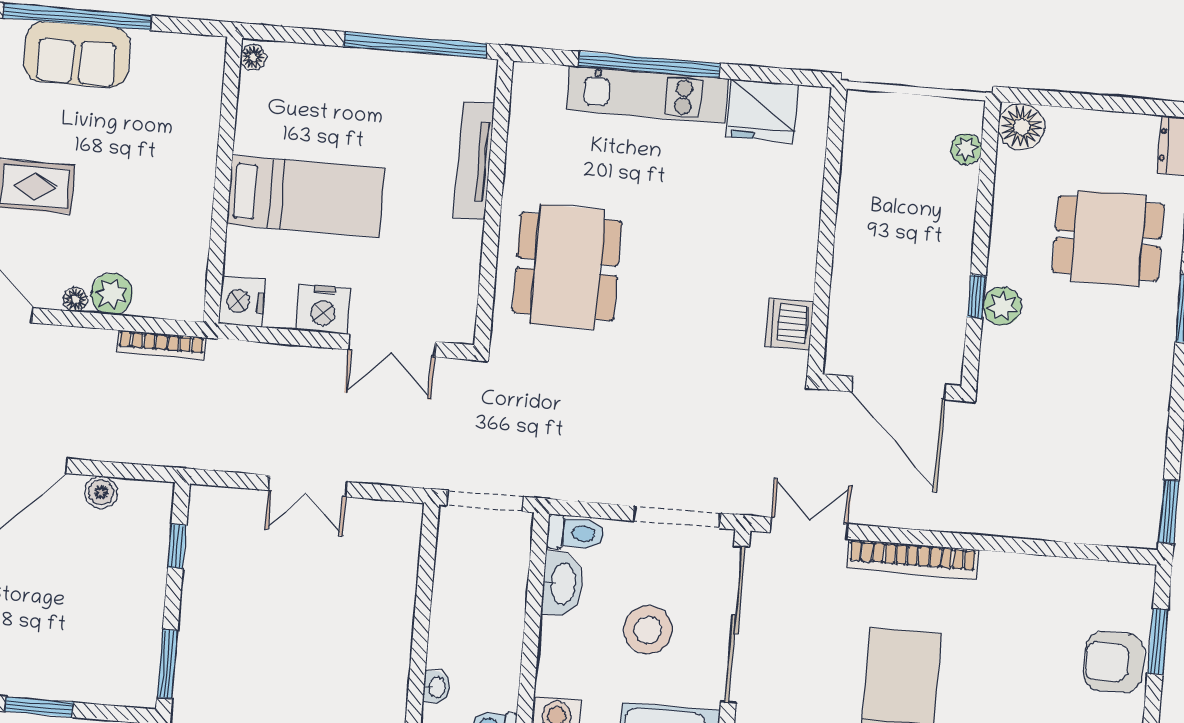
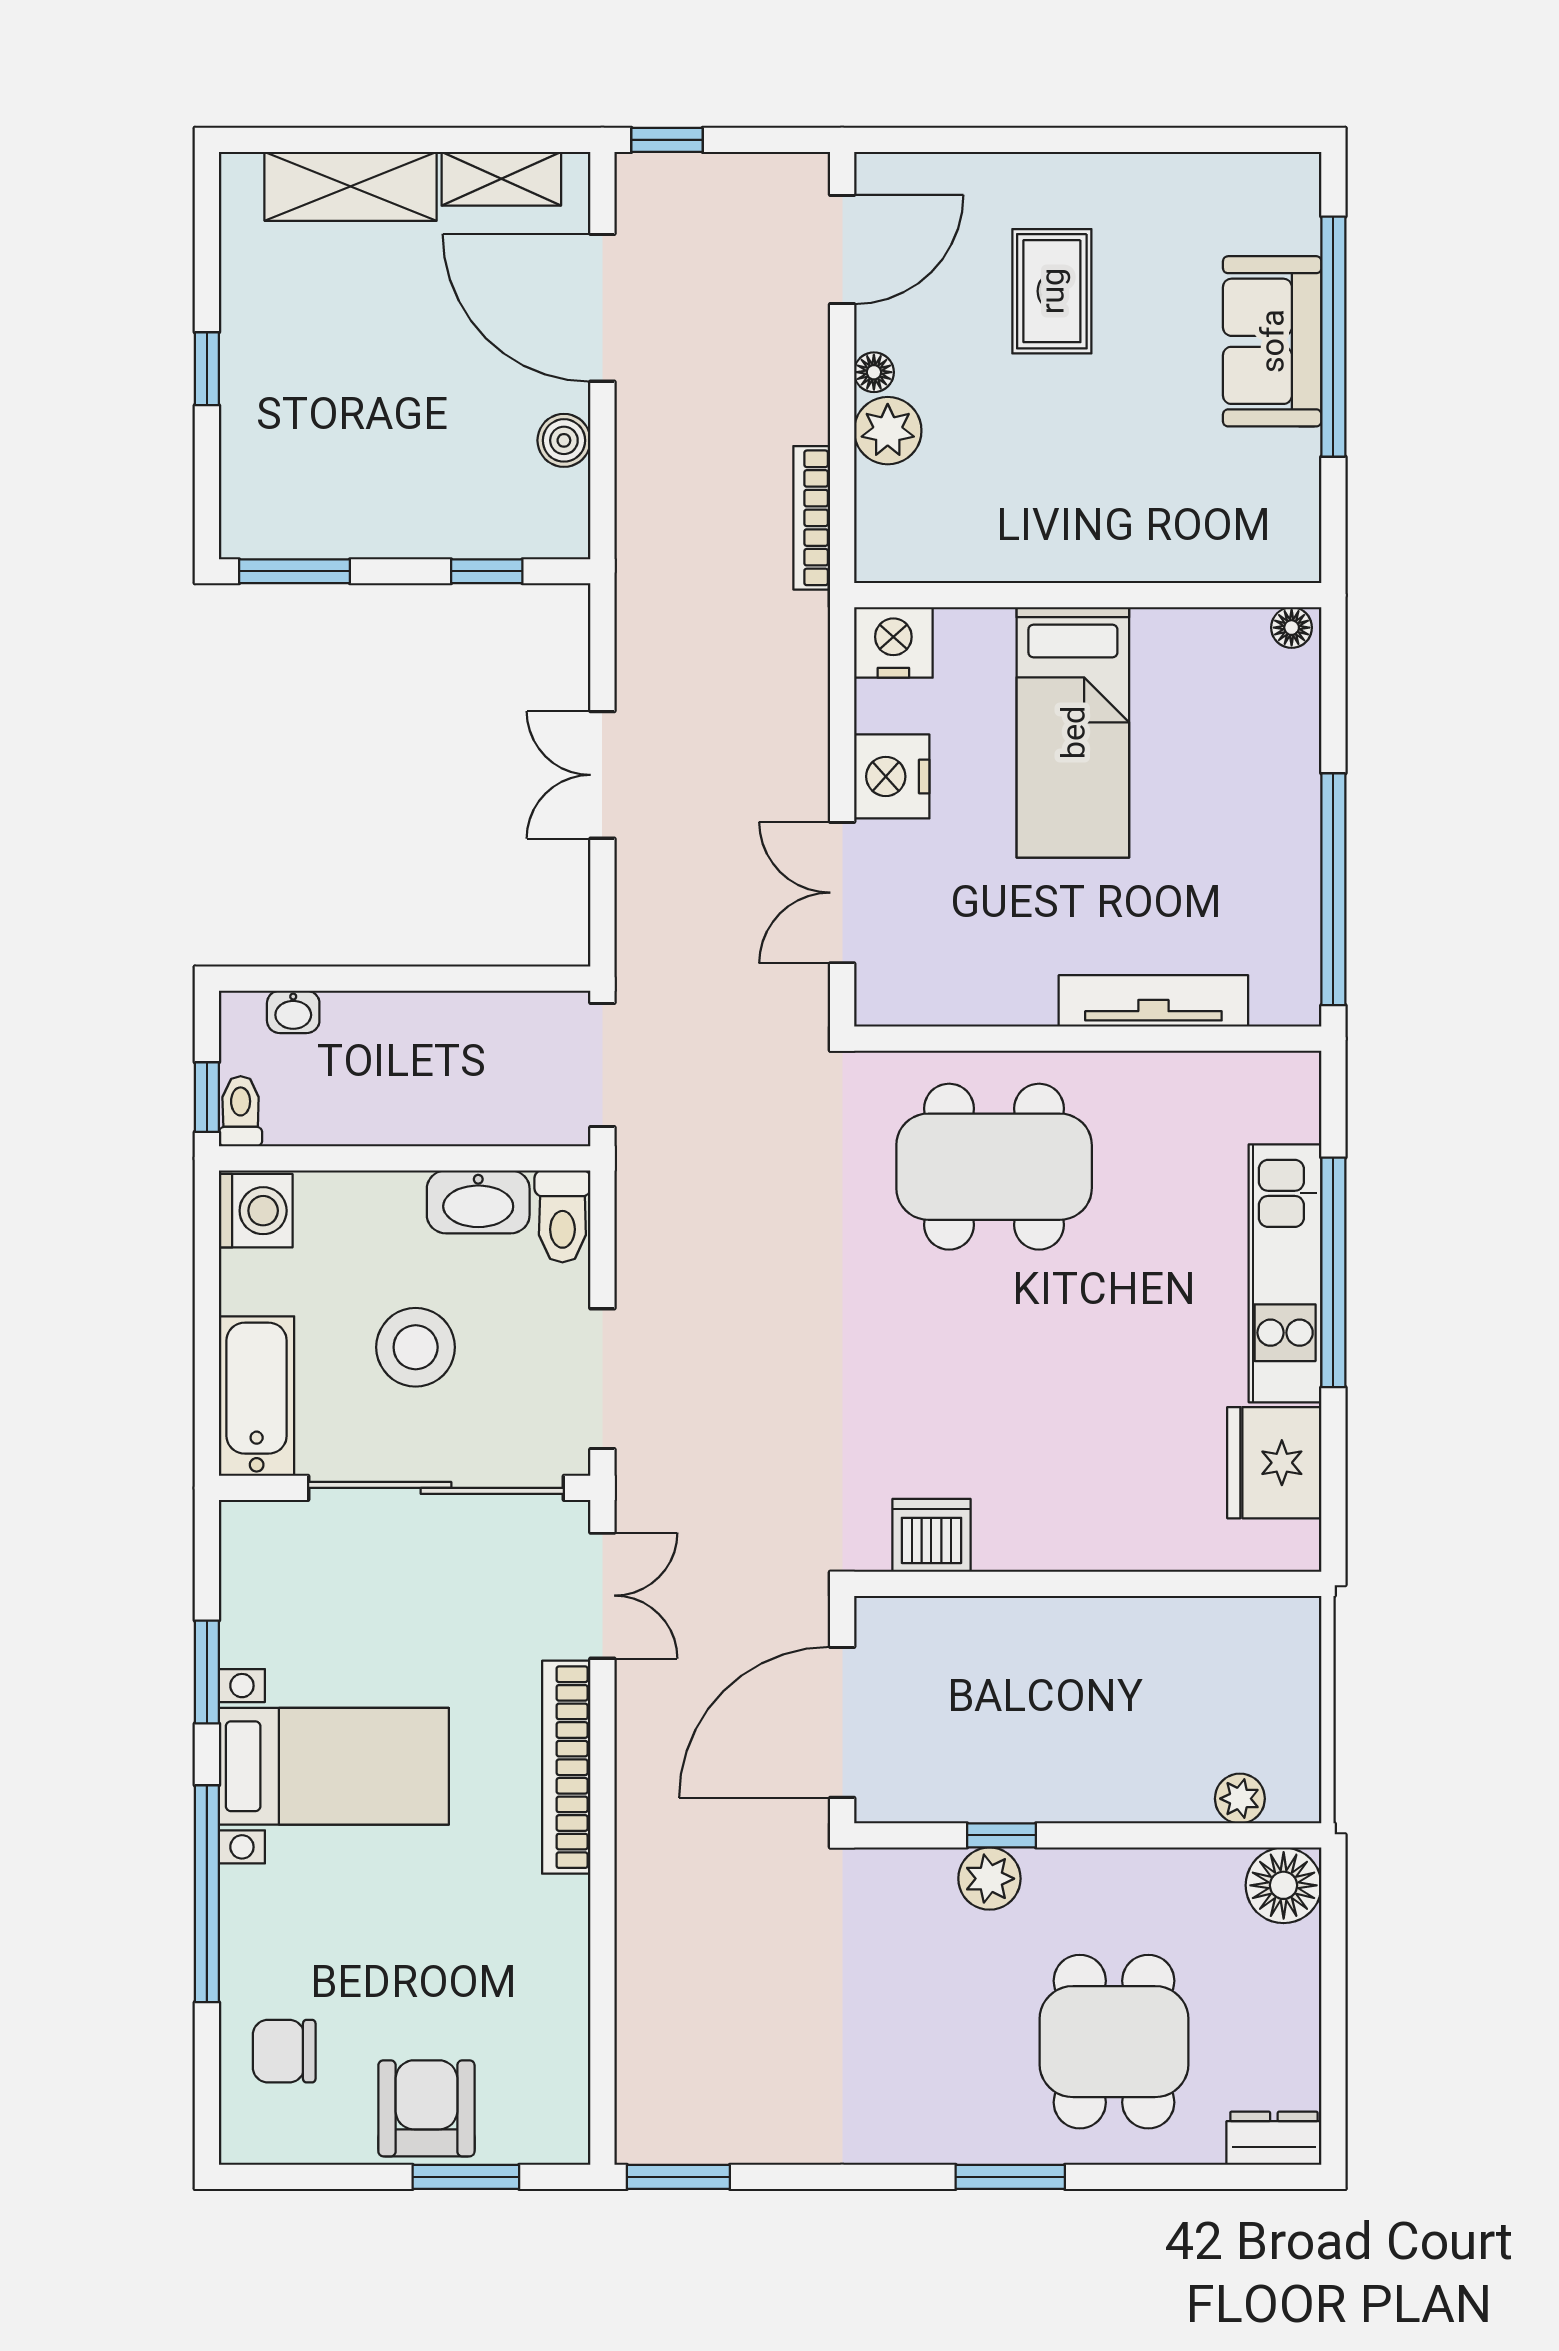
window: (39, 707) -> (207, 369), width x0.67

